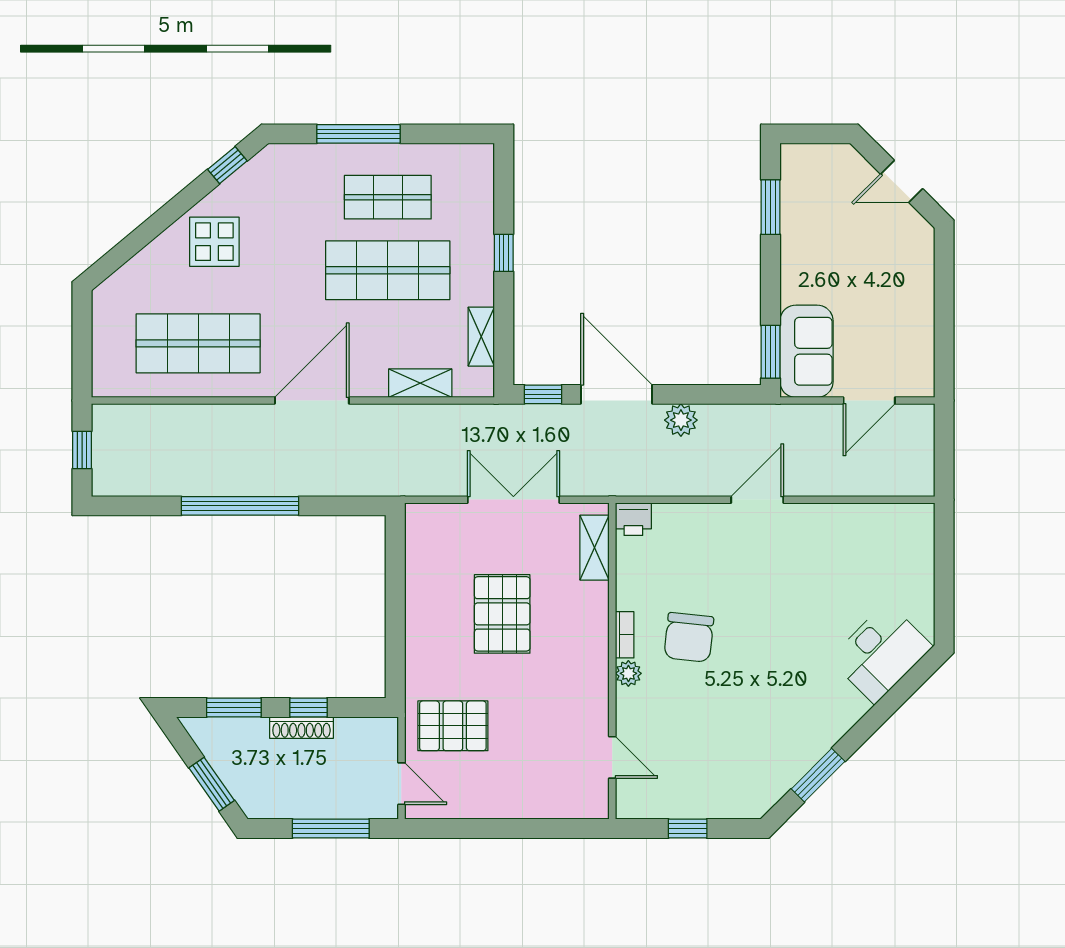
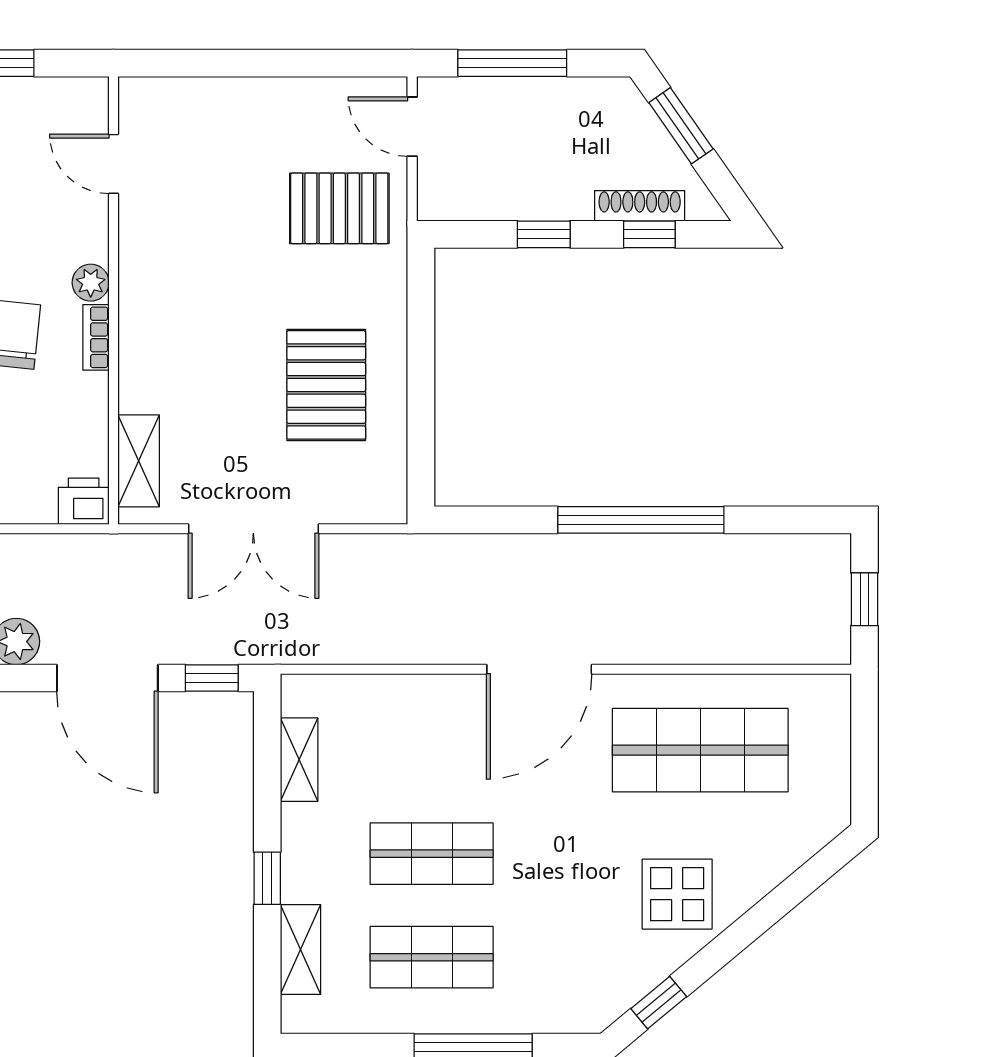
shop shelf: (388, 270) -> (432, 854), width x0.70, depth x0.74
shelving: (420, 383) -> (301, 949), moved, turned 90
pallet: (502, 614) -> (326, 385), moved
window: (234, 708) -> (649, 234), width x0.67
shoe rack: (301, 728) -> (640, 206), moved

